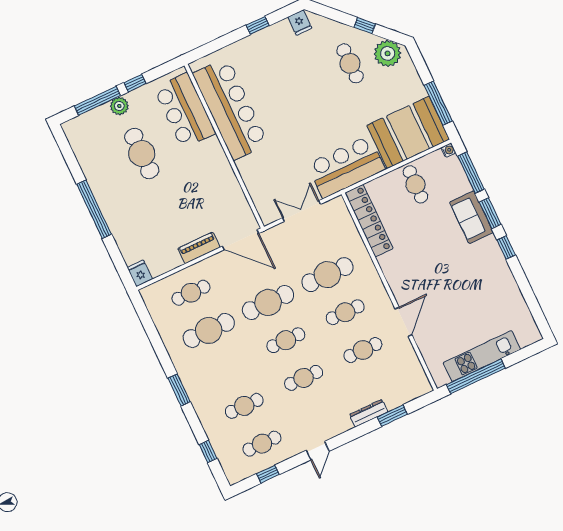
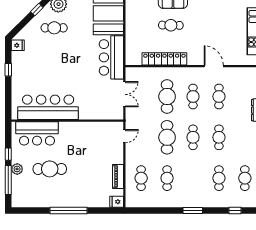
cafe table: (415, 184) -> (171, 25), moved
double door: (301, 211) -> (124, 94), swing flipped
locker: (369, 221) -> (164, 59), moved
door: (241, 240) -> (124, 136), width x0.53
piano: (199, 248) -> (118, 176), moved
cafe table: (209, 330) -> (167, 178), width x0.73, depth x0.74

